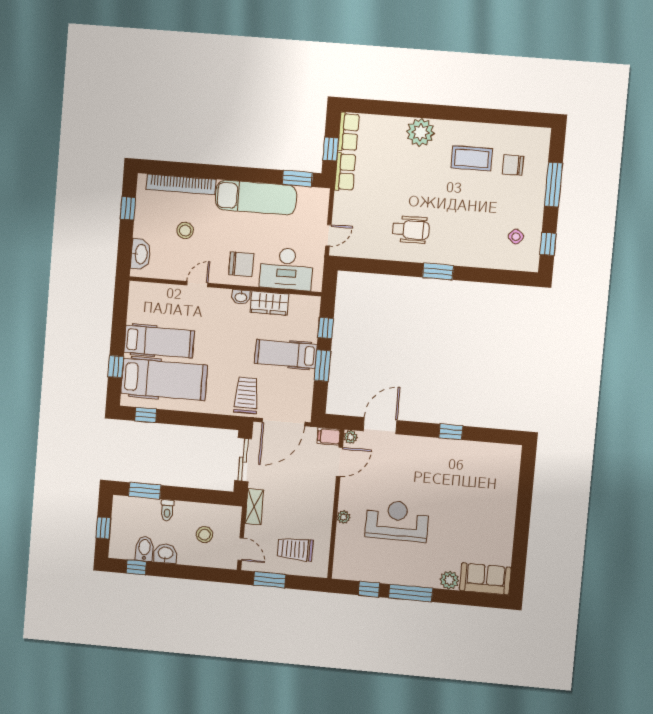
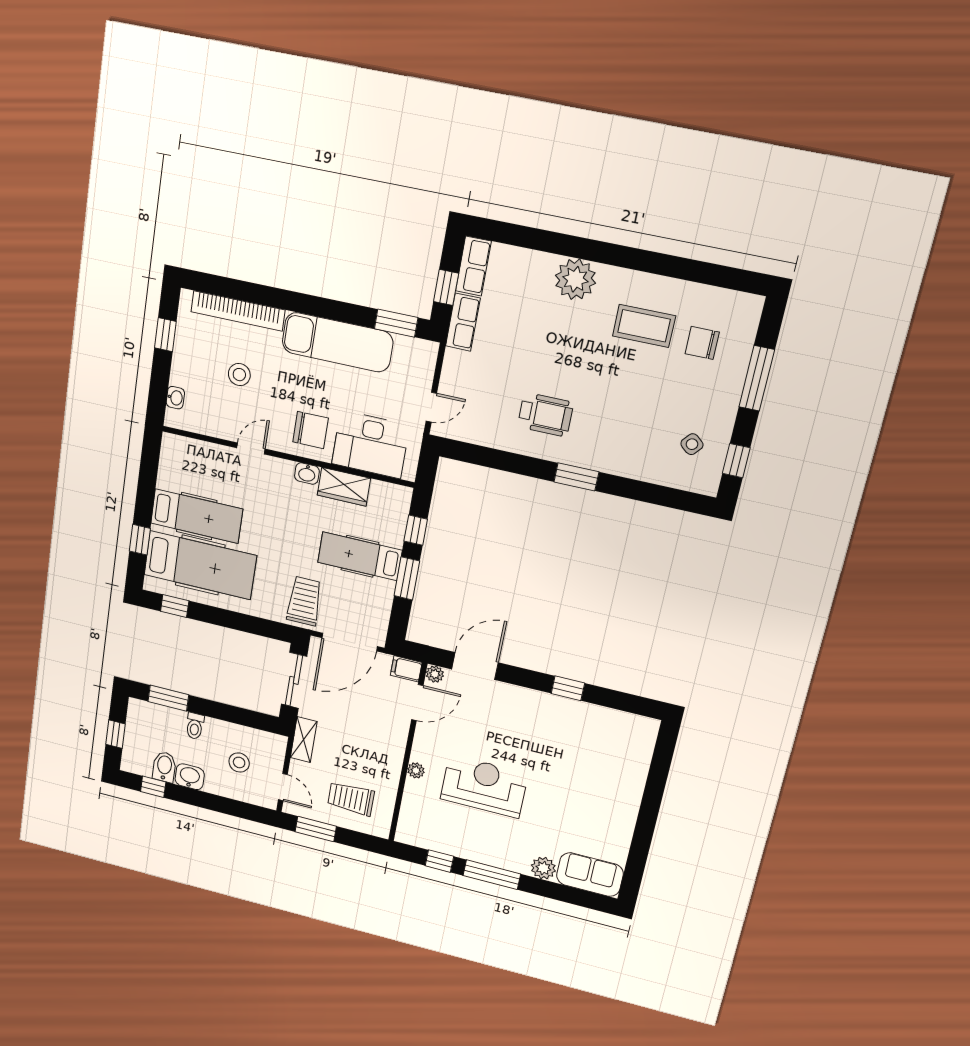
washbasin: (141, 254) -> (175, 398), width x0.52, depth x0.69

